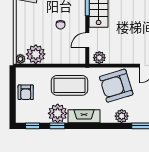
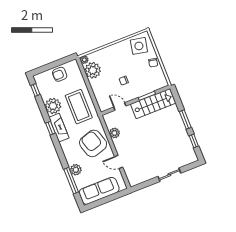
plant: (99, 58) -> (114, 133), moved
plant: (122, 116) -> (76, 170), moved
window: (57, 126) -> (50, 128), moved

